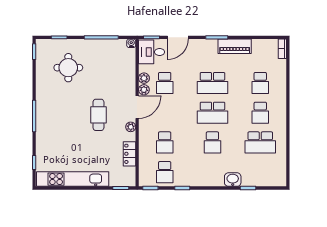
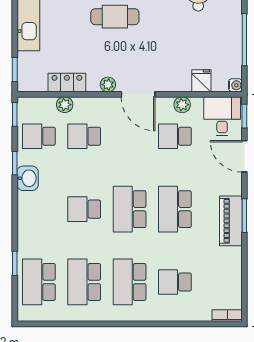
piano: (235, 46) -> (231, 221), moved
fridge: (128, 66) -> (201, 81), added
plant: (144, 90) -> (65, 105), moved
school desk: (260, 113) -> (130, 282), width x1.85
cafe table: (98, 115) -> (115, 17), moved
school desk: (260, 172) -> (39, 282), added
washbasin: (233, 180) -> (28, 178), moved

